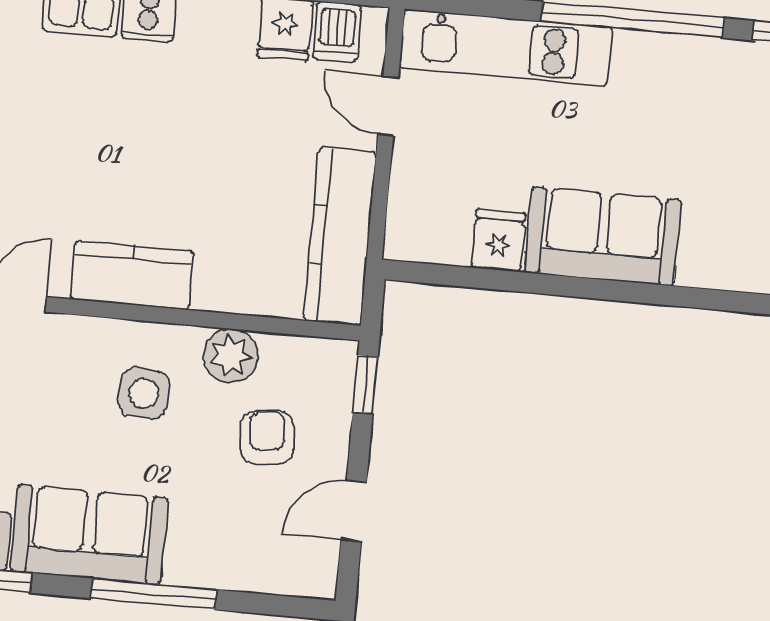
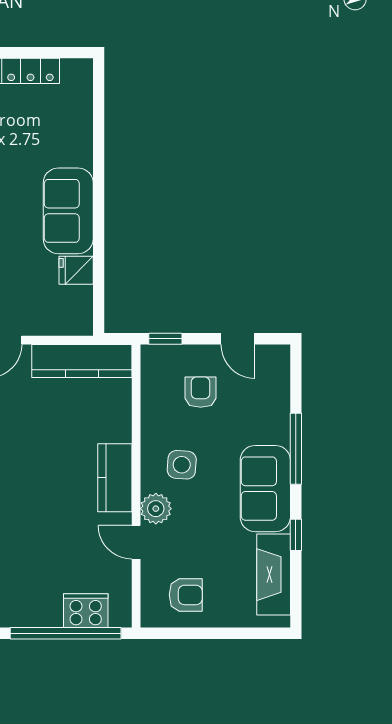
plant: (231, 356) -> (156, 509), moved
armchair: (267, 437) -> (201, 392), turned 96

